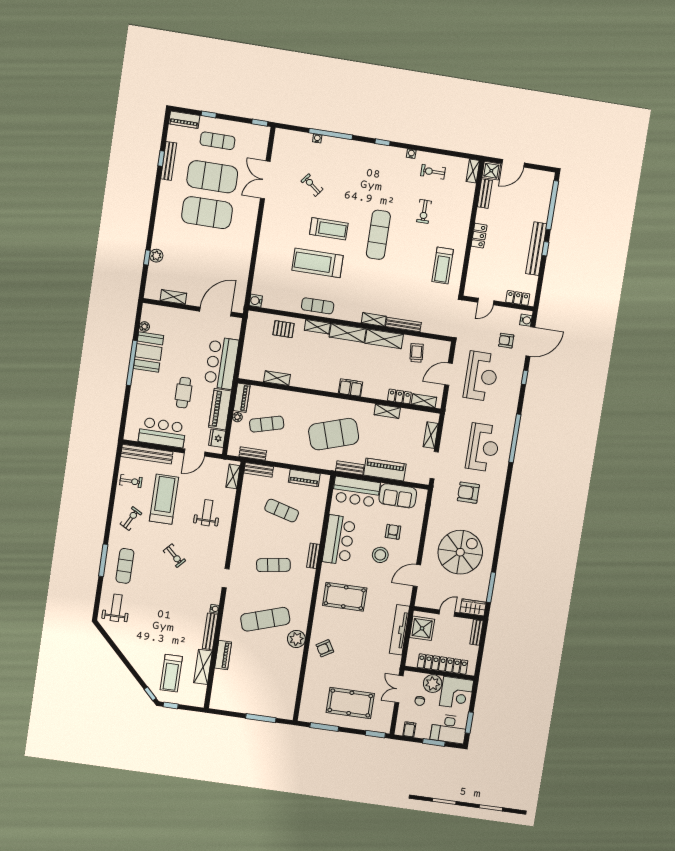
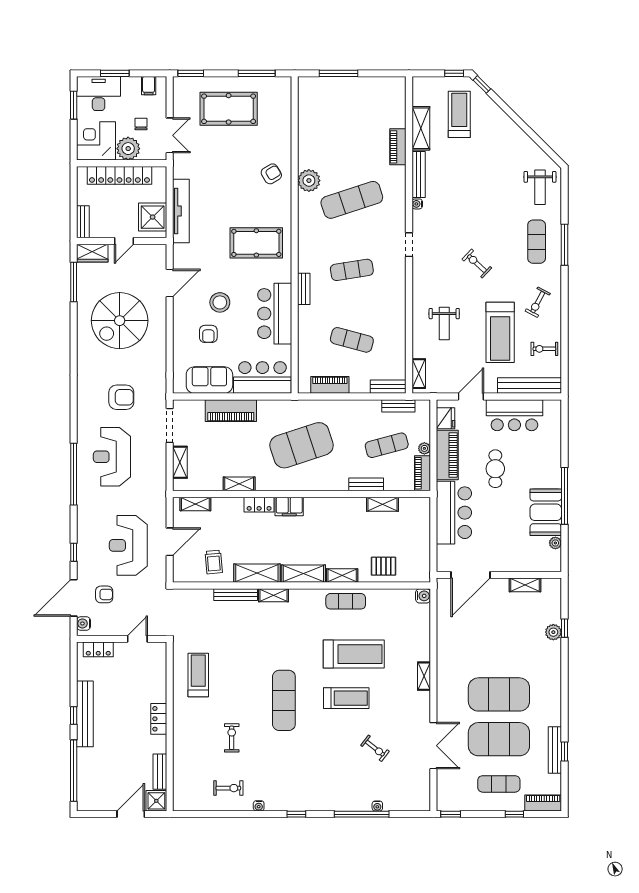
shelving: (473, 171) -> (424, 676), moved
treadmill: (329, 229) -> (346, 698), turned 180
locker: (399, 396) -> (259, 505), moved
bench: (350, 468) -> (366, 484), moved

